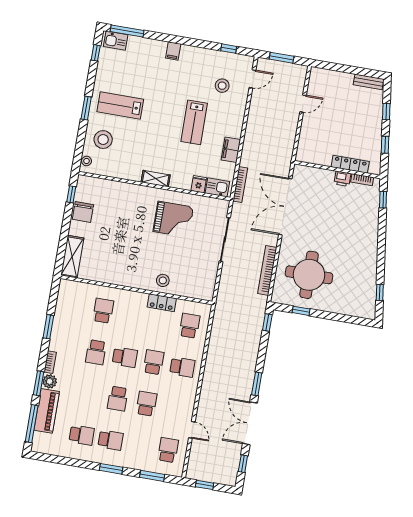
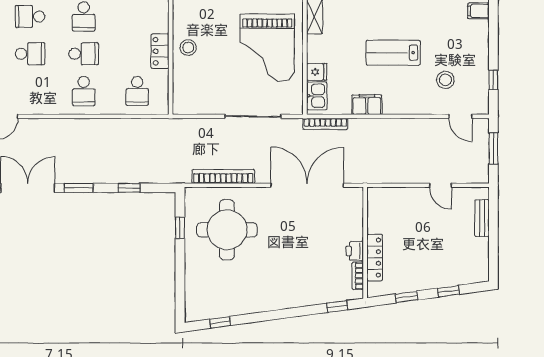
bench: (368, 82) -> (482, 218), moved
grand piano: (173, 219) -> (267, 47), width x1.37, depth x1.48
window: (267, 322) -> (129, 188), moved
school desk: (190, 326) -> (137, 91), turned 90

